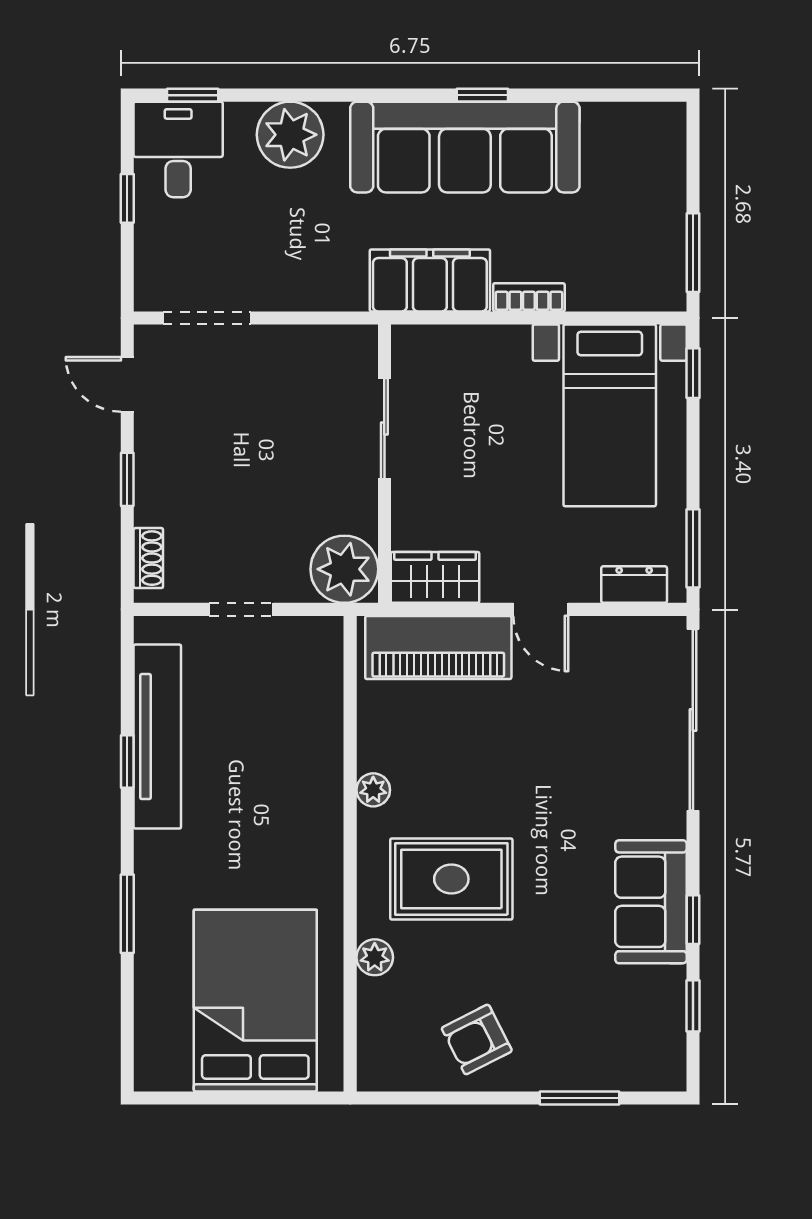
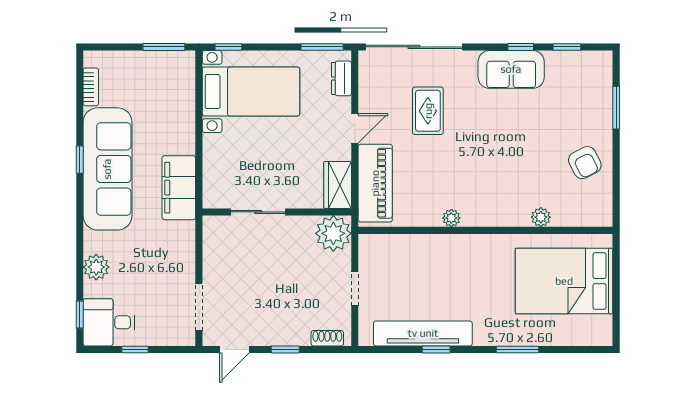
plant: (290, 135) -> (96, 267), width x0.73, depth x0.73
bookcase: (529, 297) -> (91, 87), moved, turned 180
rug: (451, 879) -> (428, 111), moved, width x0.73, depth x0.70

